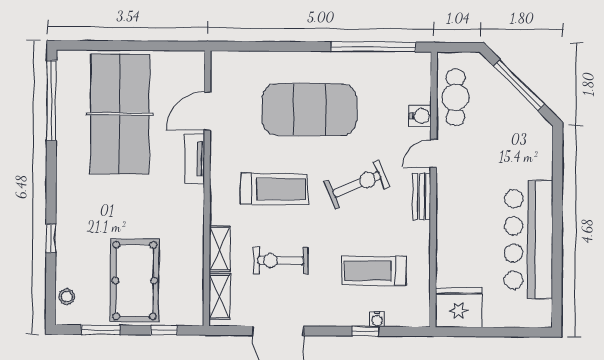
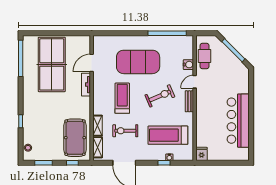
treadmill: (274, 189) -> (122, 98), turned -90
treadmill: (374, 271) -> (168, 135), width x1.37, depth x1.38
pool table: (135, 281) -> (75, 138), moved
fridge: (459, 307) -> (202, 154), width x0.53, depth x0.75

